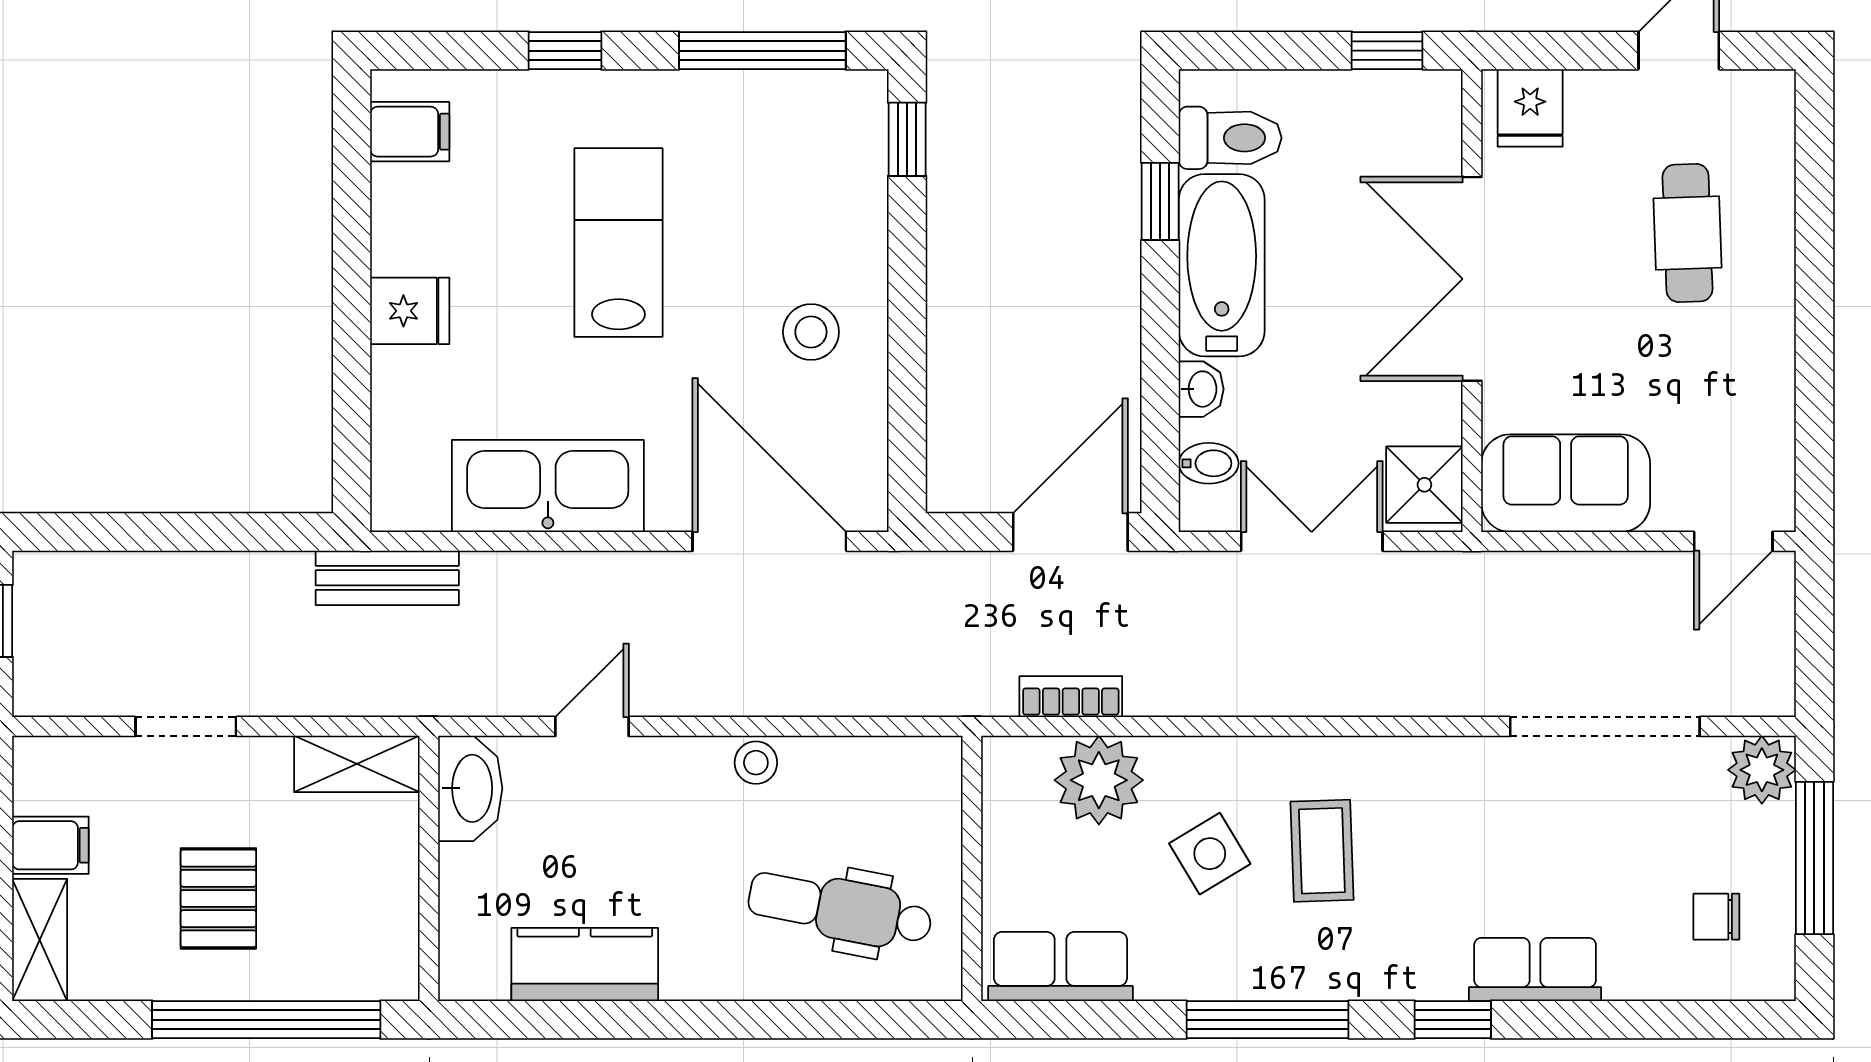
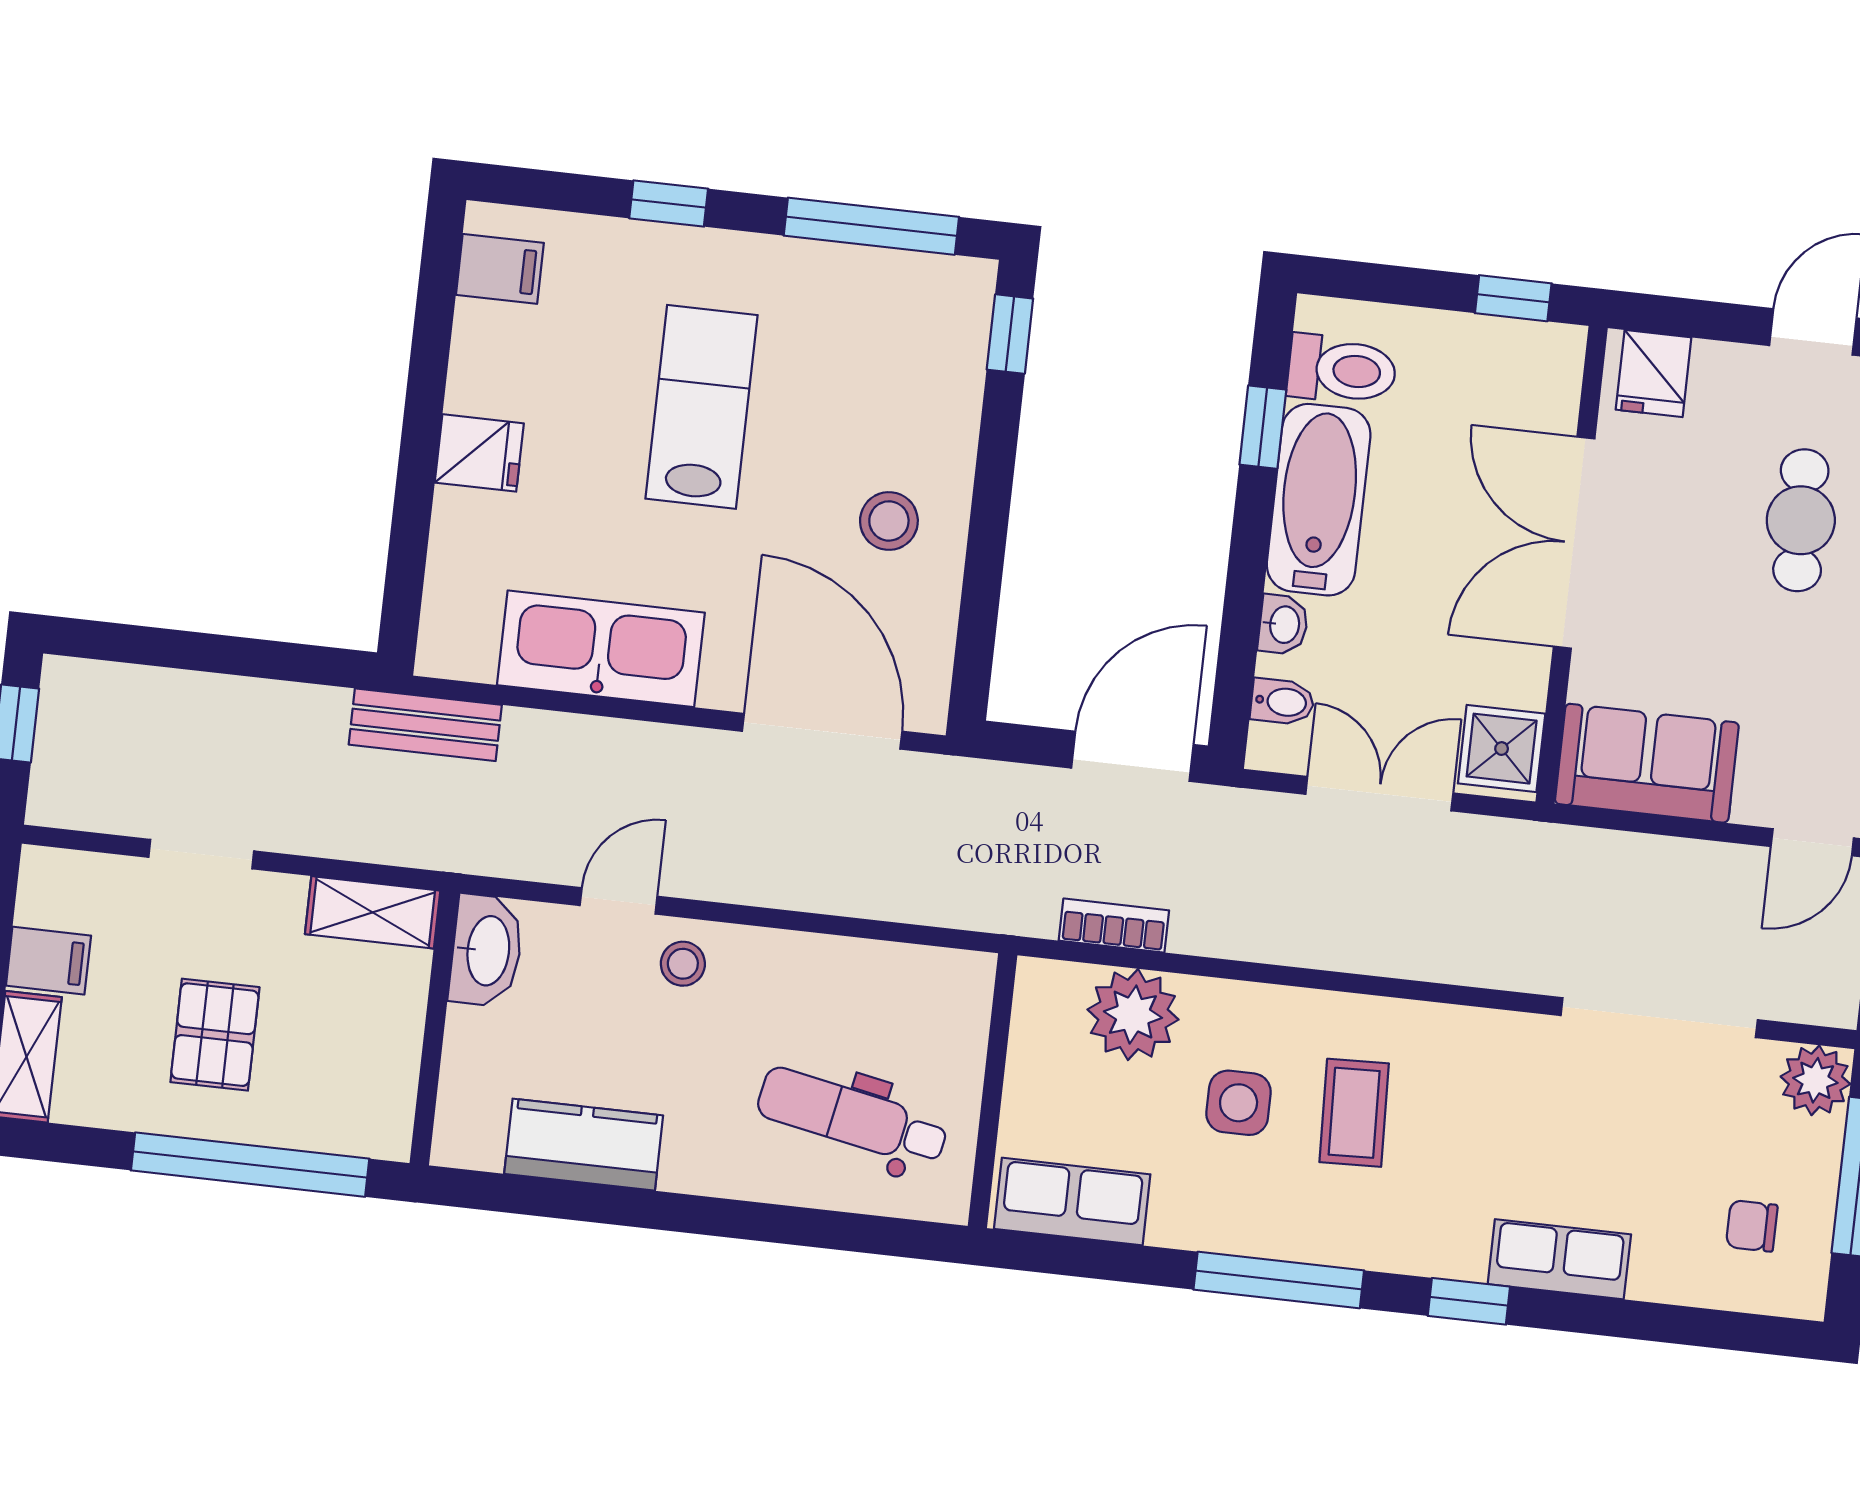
stool: (756, 763) -> (683, 964), moved
side table: (1210, 854) -> (1239, 1103), turned 31

